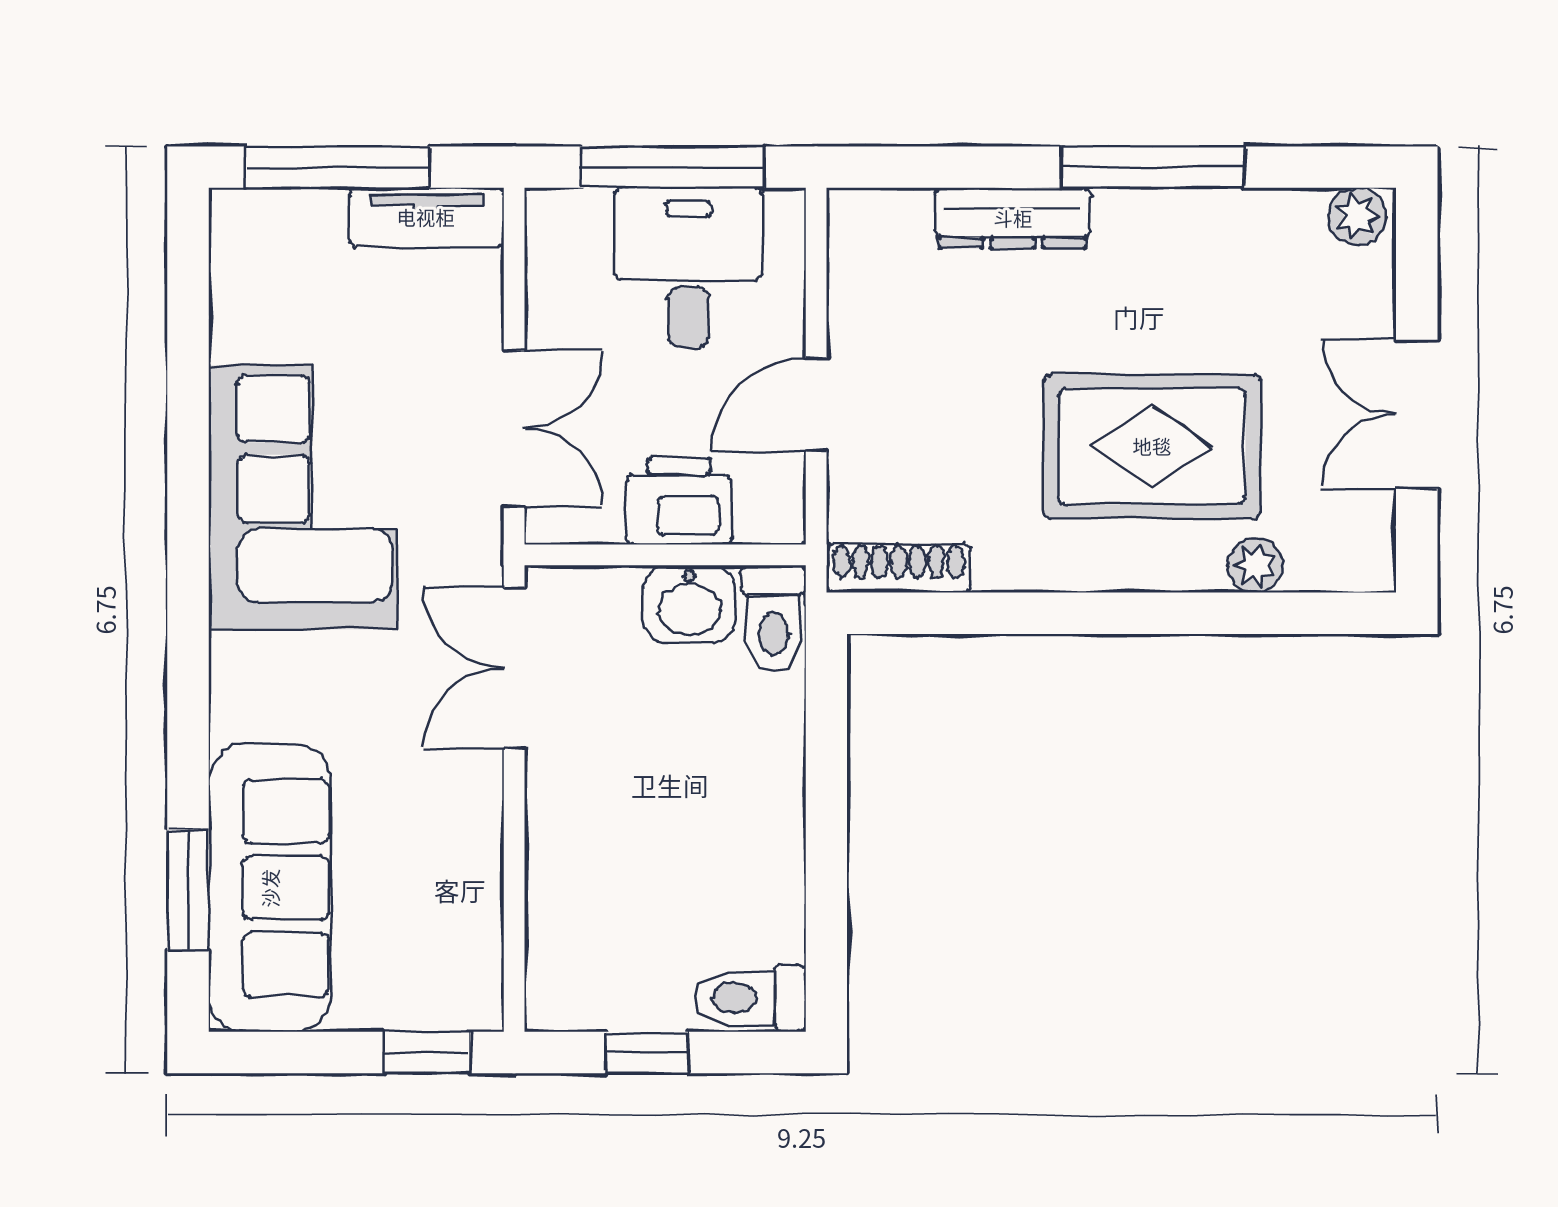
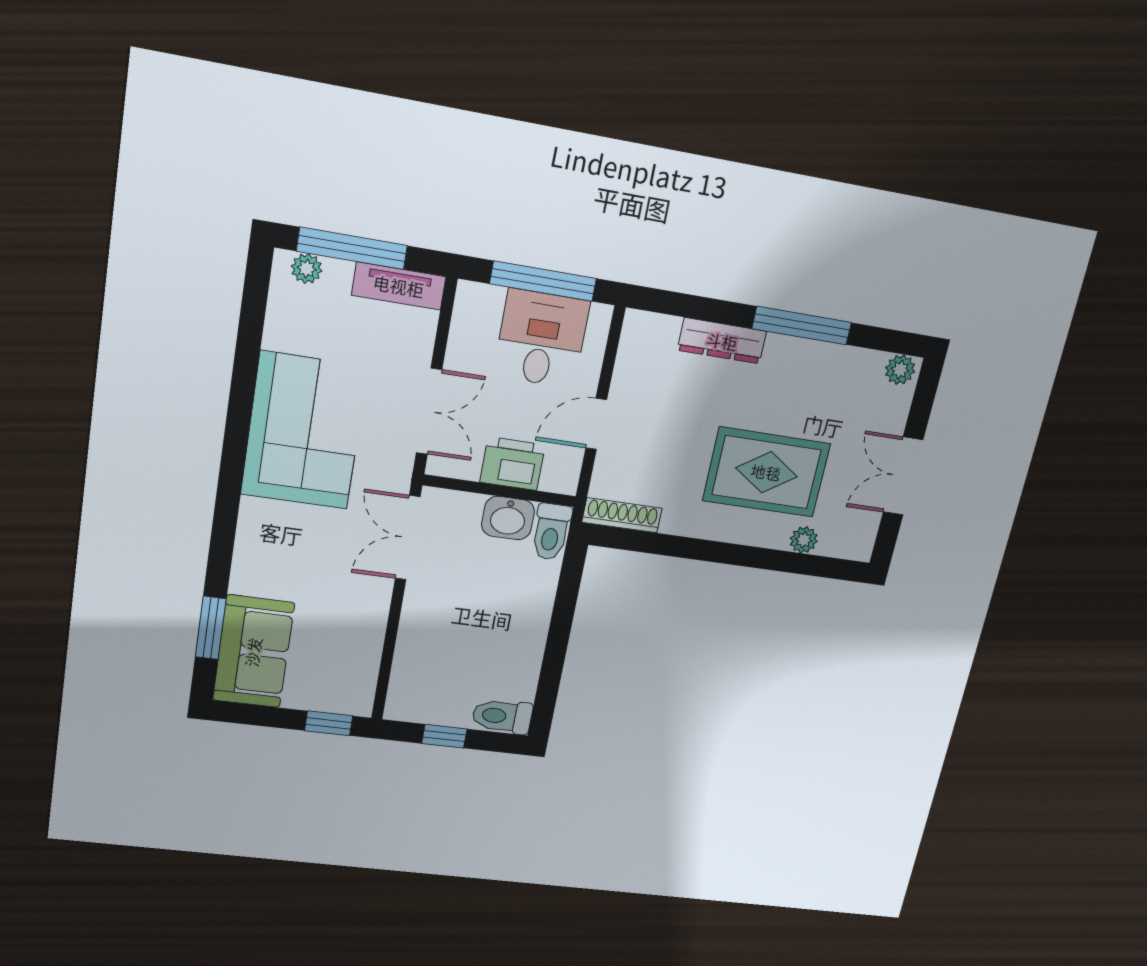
plant: (267, 214) -> (307, 269), added
sofa: (270, 888) -> (253, 652), width x0.73

